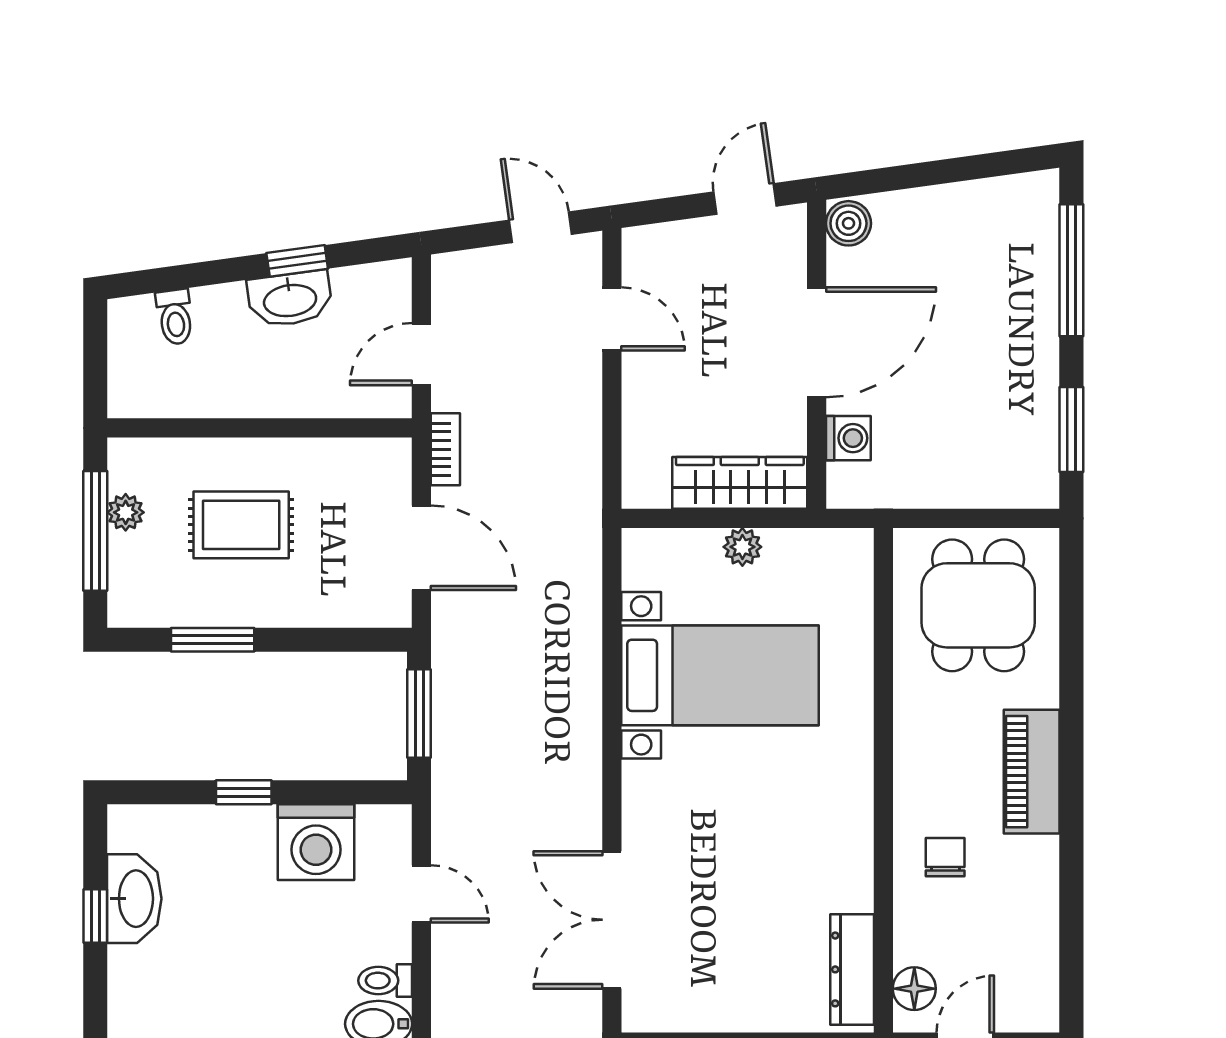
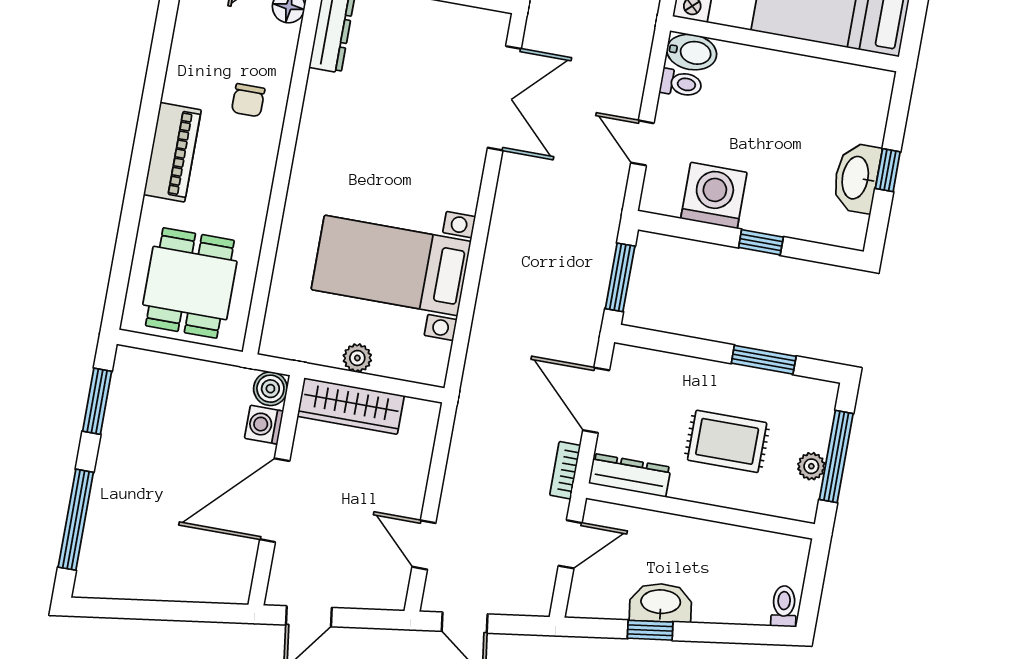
boiler: (848, 223) -> (270, 389), moved
toilet: (175, 317) -> (784, 606), moved
dresser: (360, 458) -> (630, 475), added

